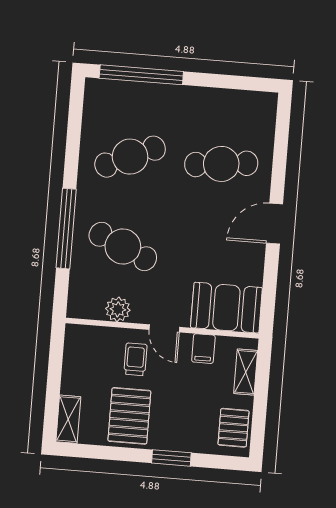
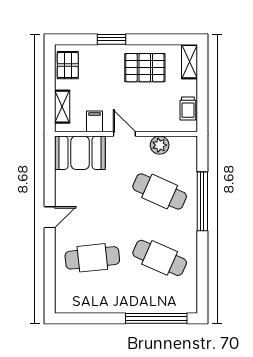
cafe table: (130, 157) -> (160, 258), turned 48
door: (275, 224) -> (50, 217), width x0.73
trolley: (135, 359) -> (188, 108), moved
pallet: (129, 416) -> (145, 68), turned 90

